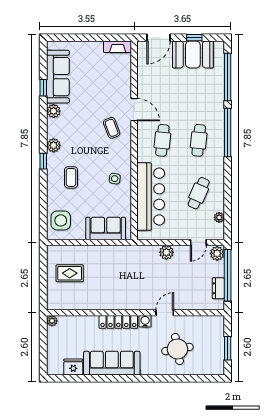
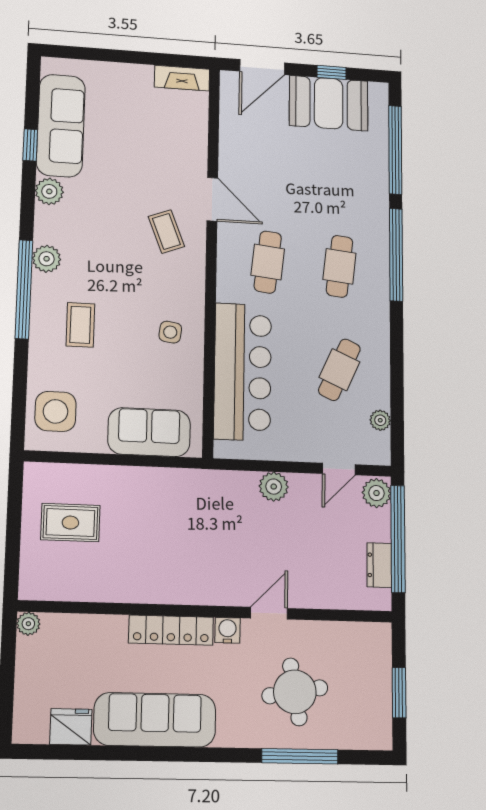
window: (43, 161) -> (24, 289), width x3.17
window: (180, 378) -> (300, 756), added

